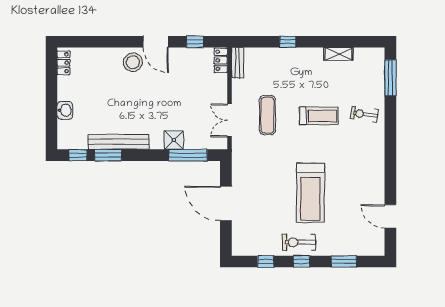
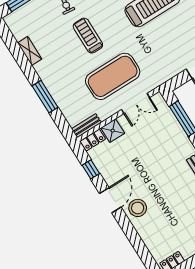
window: (288, 42) -> (45, 97), width x2.17
exercise mat: (267, 115) -> (113, 76), width x2.00, depth x1.45
shower: (174, 140) -> (113, 131), moved

